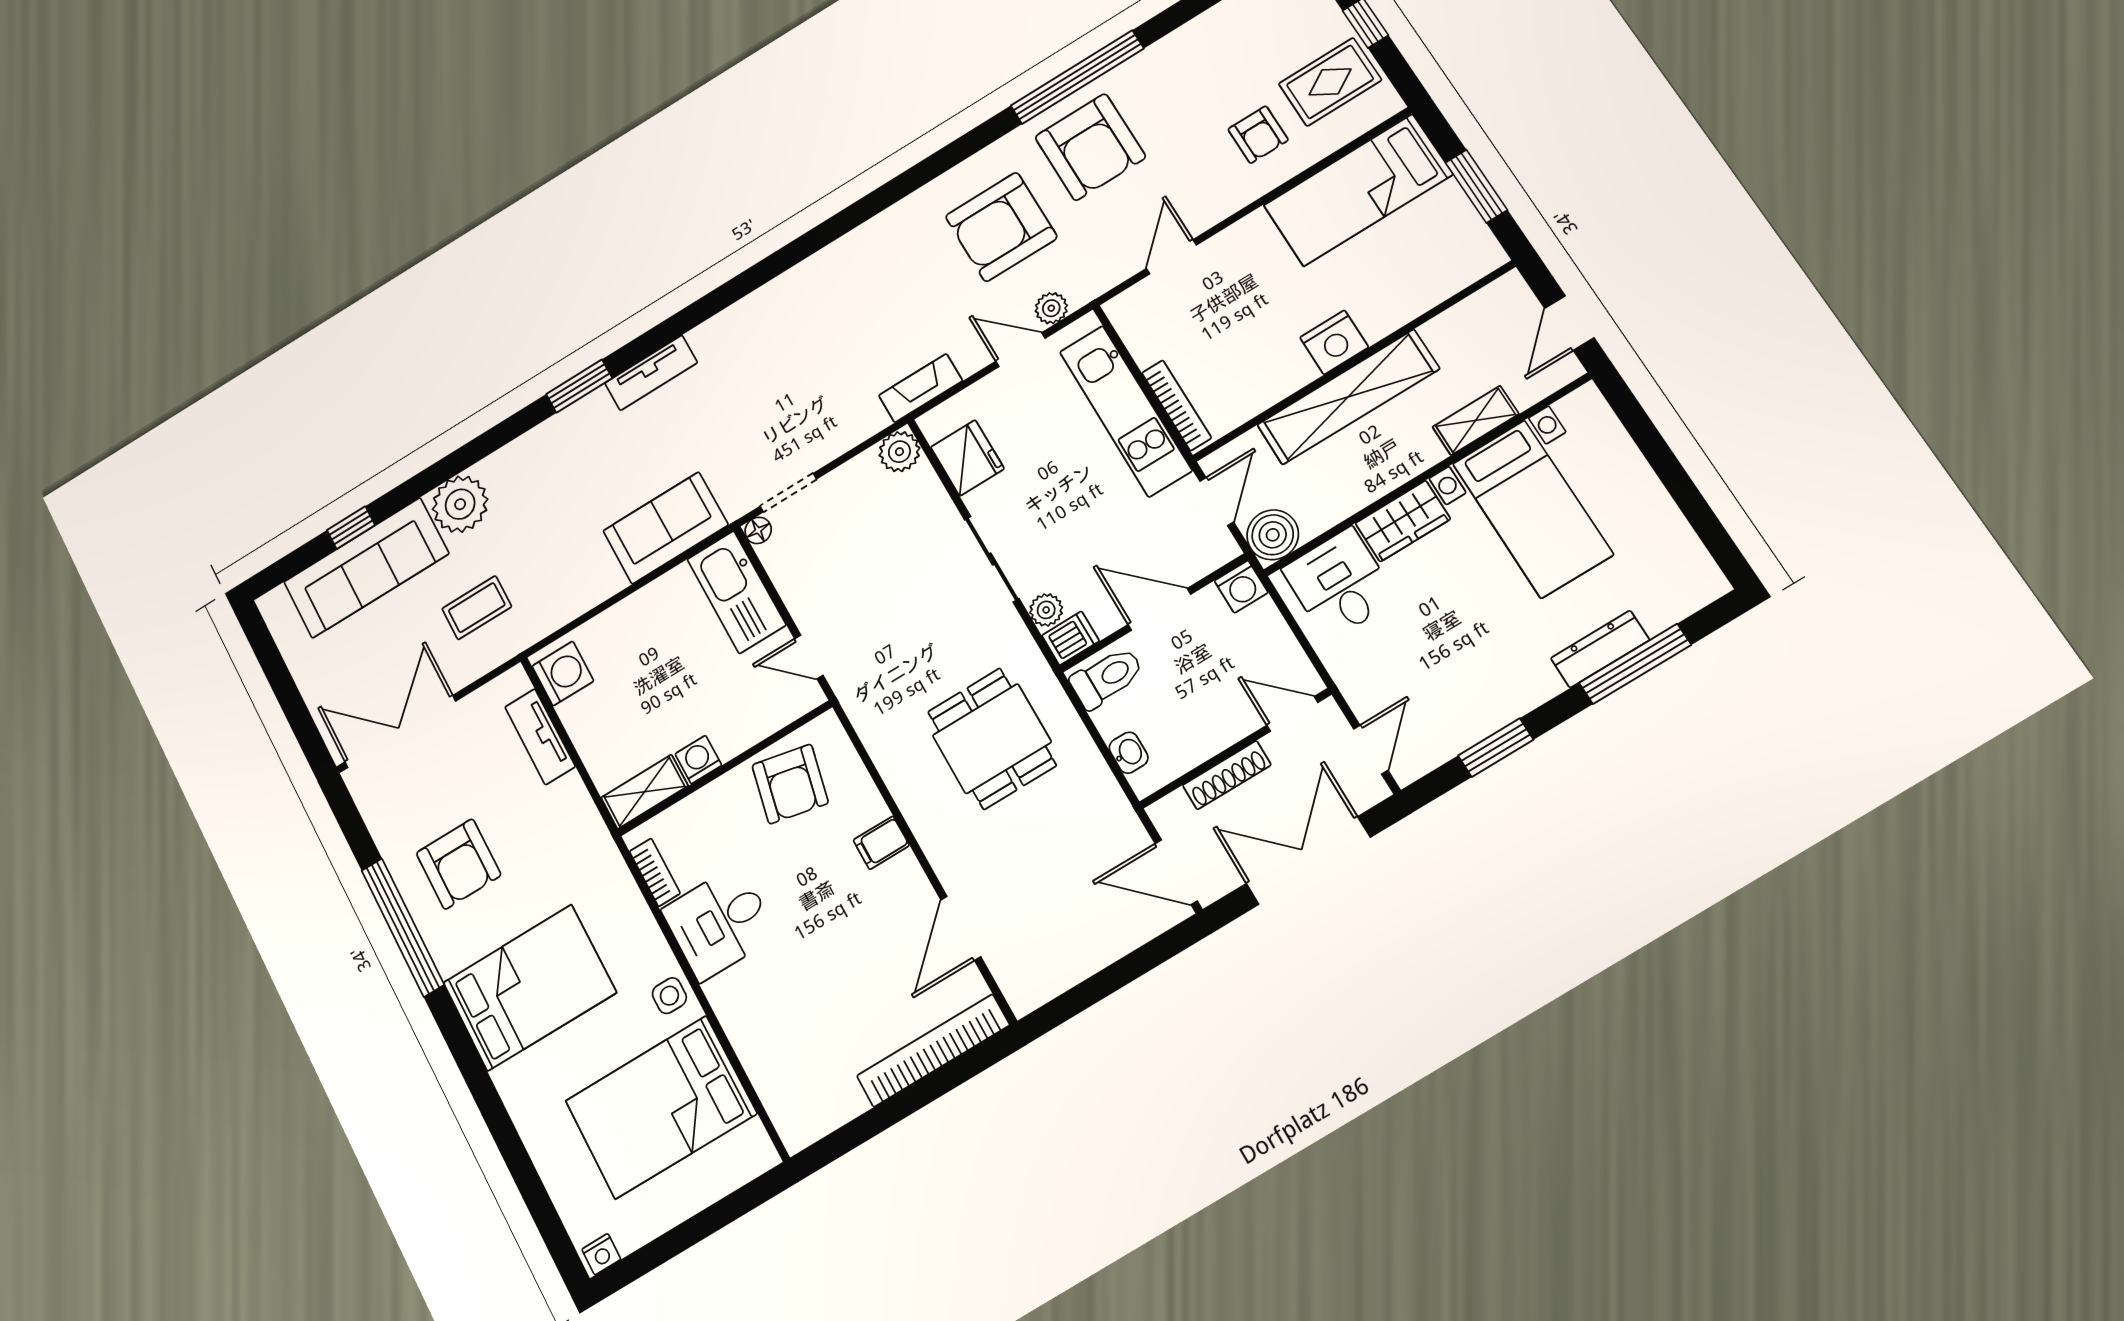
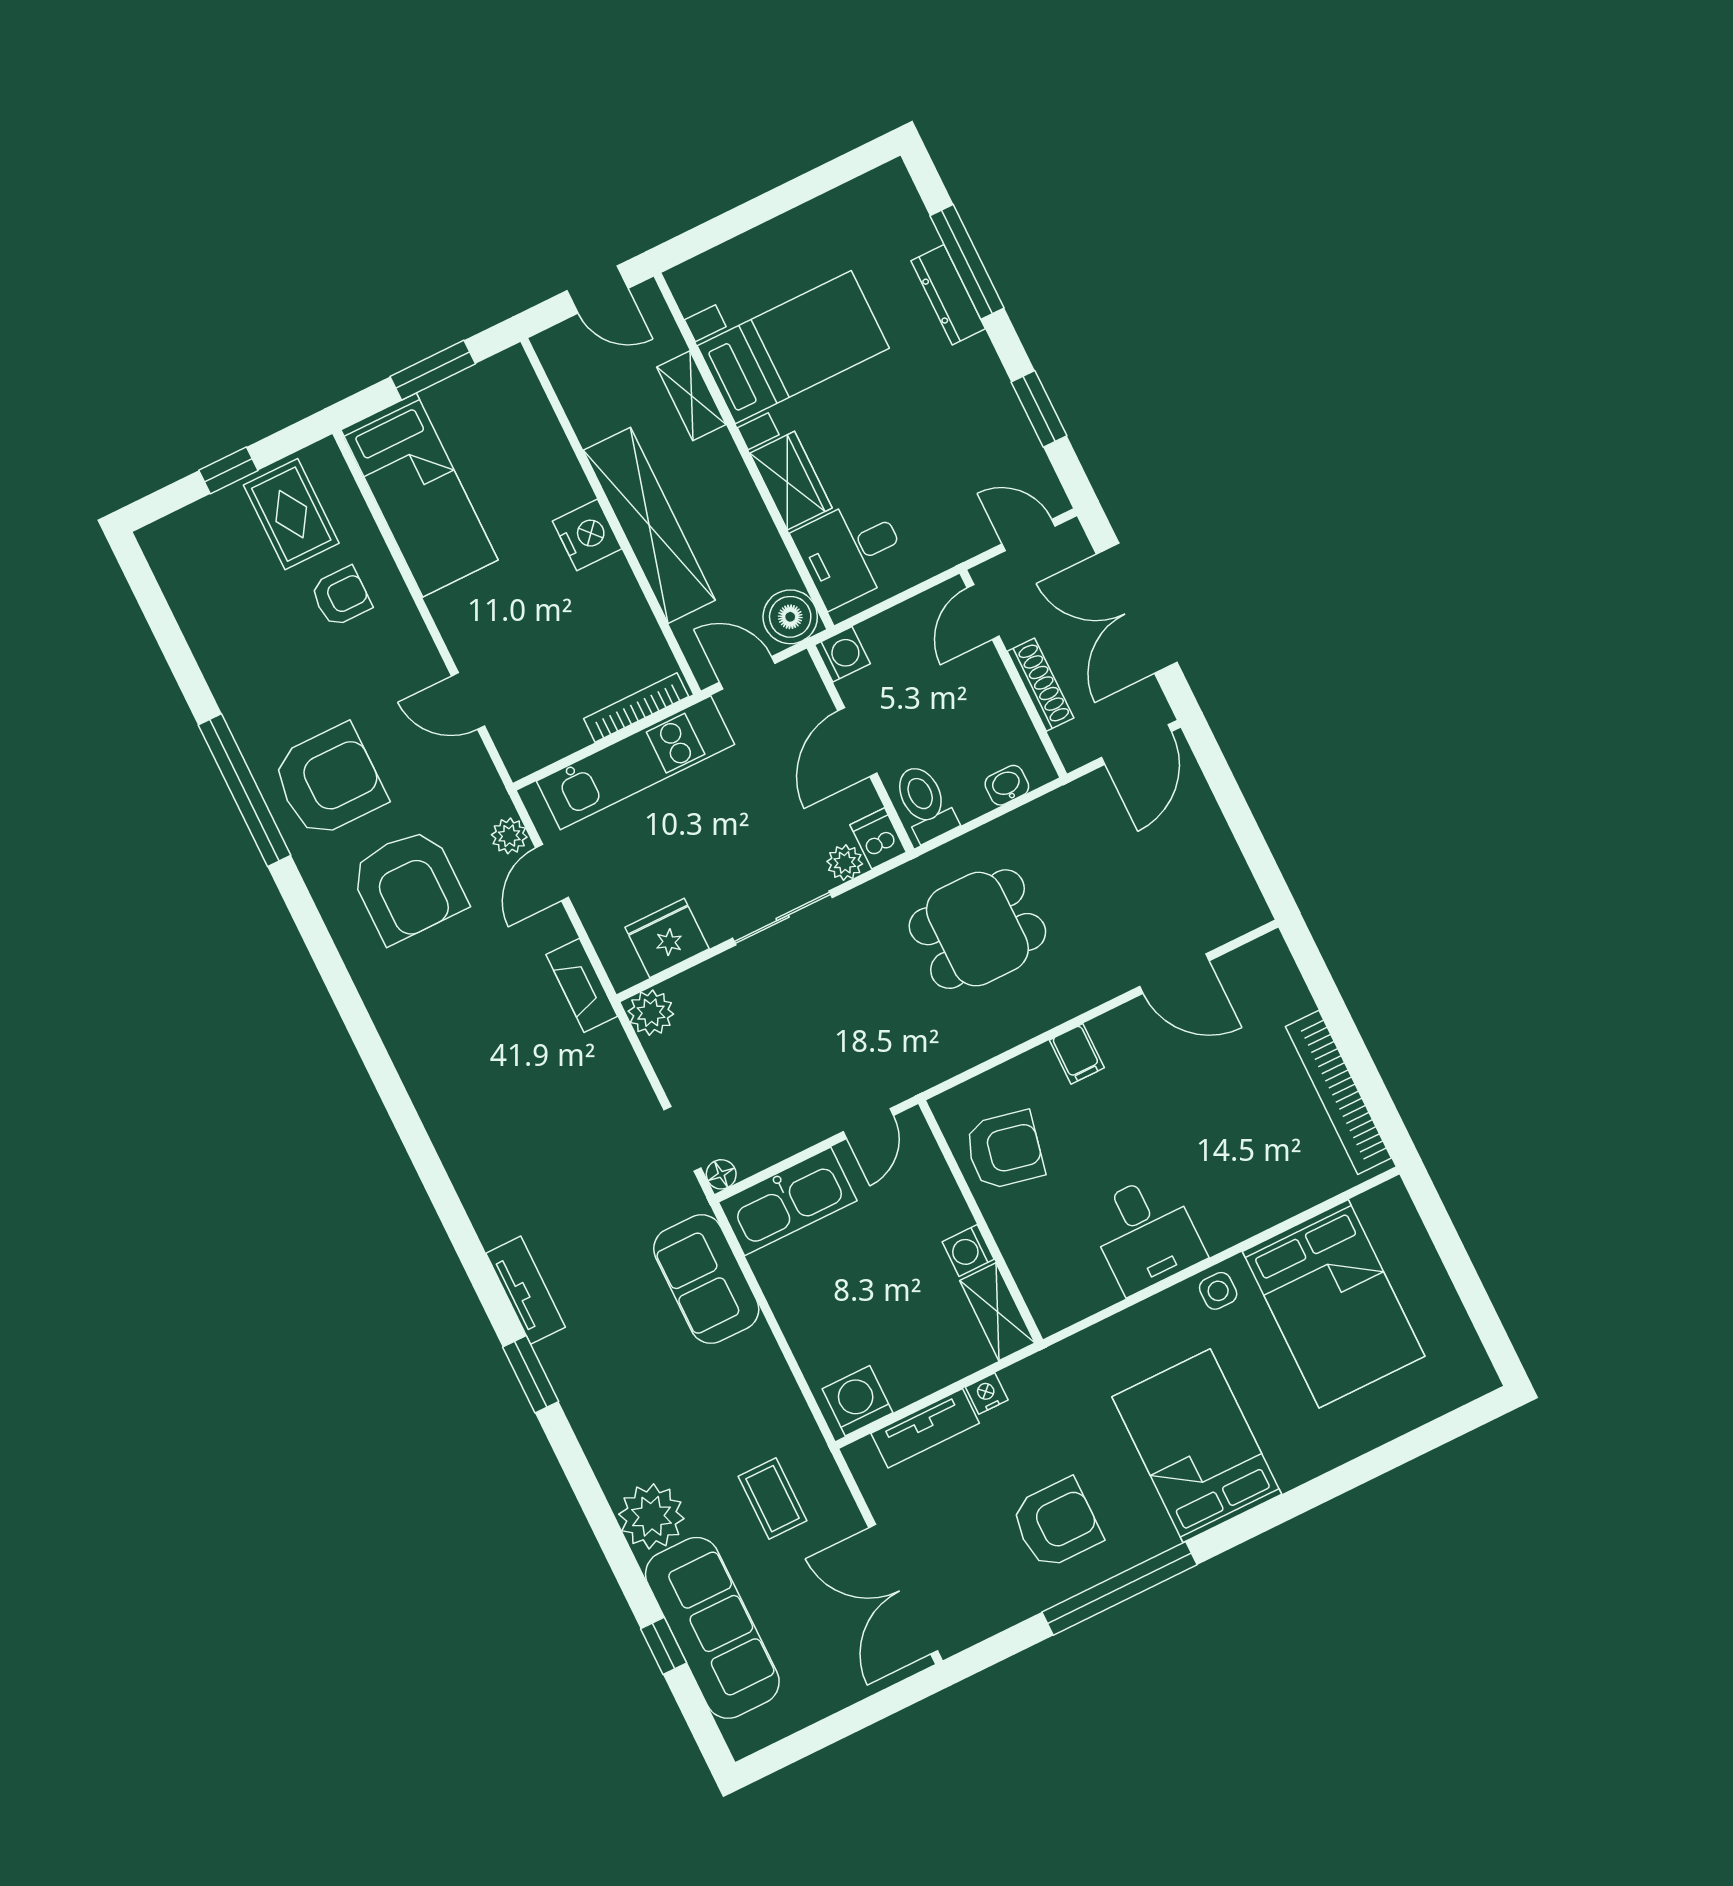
bookcase: (655, 872) -> (1086, 1303), removed
bookcase: (933, 1051) -> (1338, 1092), moved
nightstand: (601, 1254) -> (987, 1394), moved, turned -90

